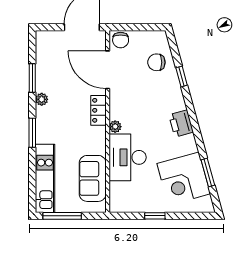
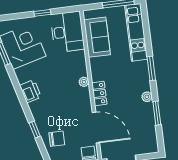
desk: (128, 157) -> (67, 32), moved

